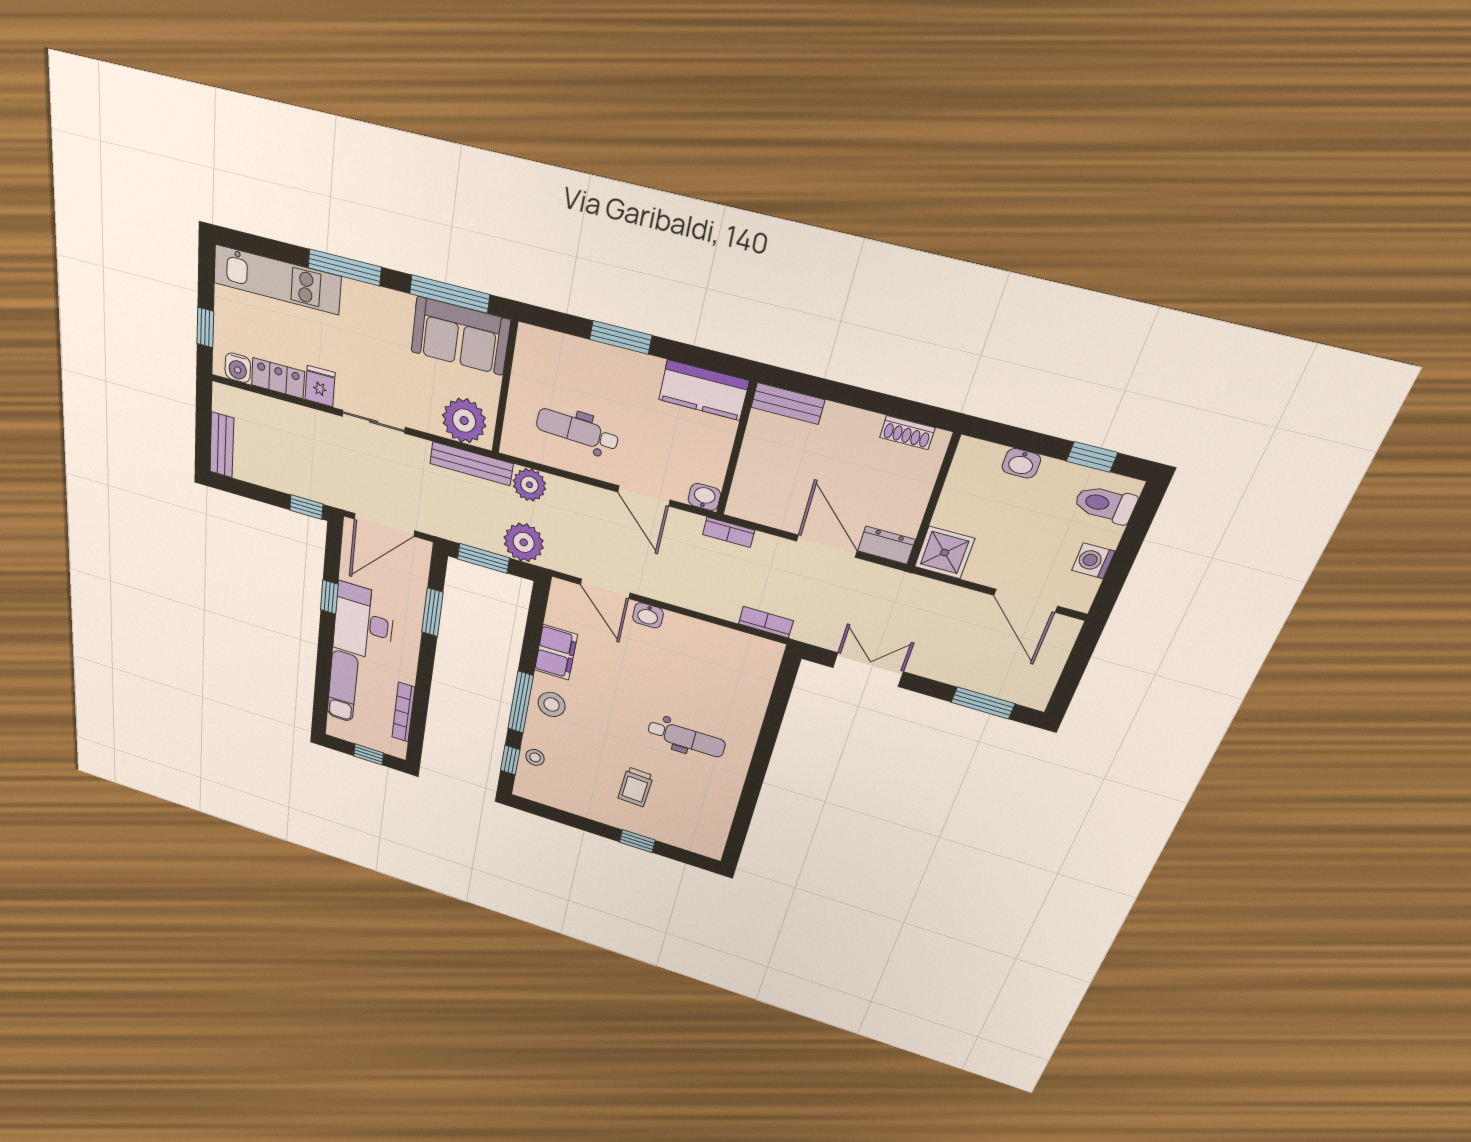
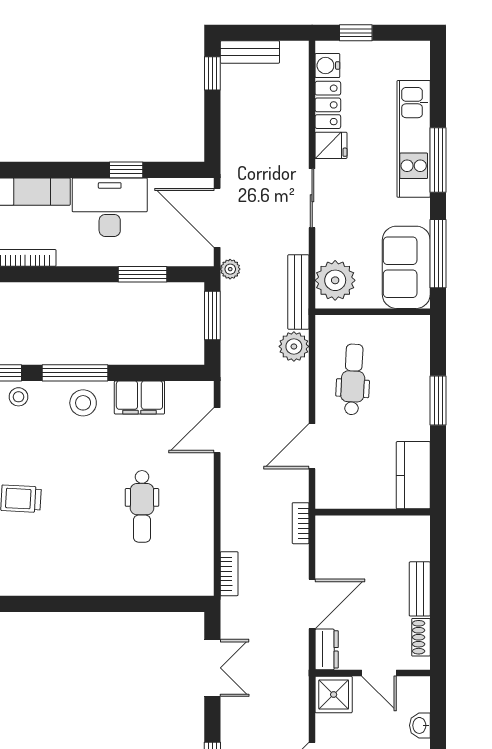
kitchen unit: (277, 280) -> (414, 139), moved
bench: (788, 404) -> (420, 589), moved
door: (936, 494) -> (379, 673), added
washbasin: (704, 497) -> (325, 496), removed
window: (306, 507) -> (212, 73), moved
plant: (524, 542) -> (230, 269), moved, width x0.53, depth x0.53
washbasin: (648, 615) -> (203, 473), removed
dental chair: (686, 738) -> (142, 506), moved

